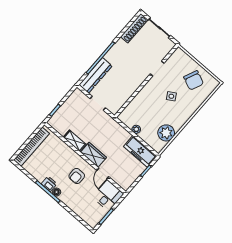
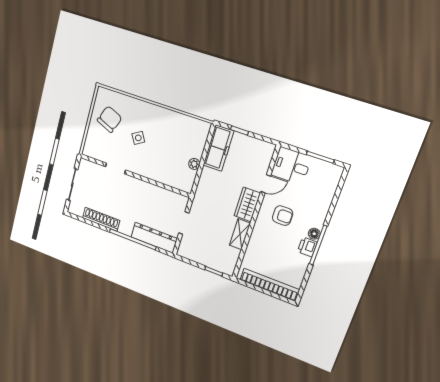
shoe rack: (134, 28) -> (101, 219), moved
plant: (166, 133) -> (183, 125), removed

